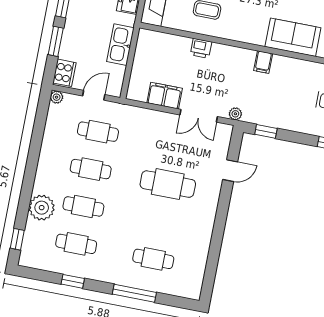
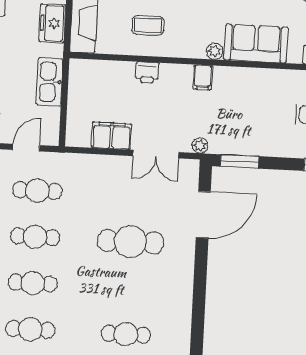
plant: (258, 39) -> (215, 51), added
filing cabinet: (263, 62) -> (203, 77), moved
window: (266, 131) -> (240, 161), width x1.50
door: (230, 171) -> (203, 215), width x1.87

